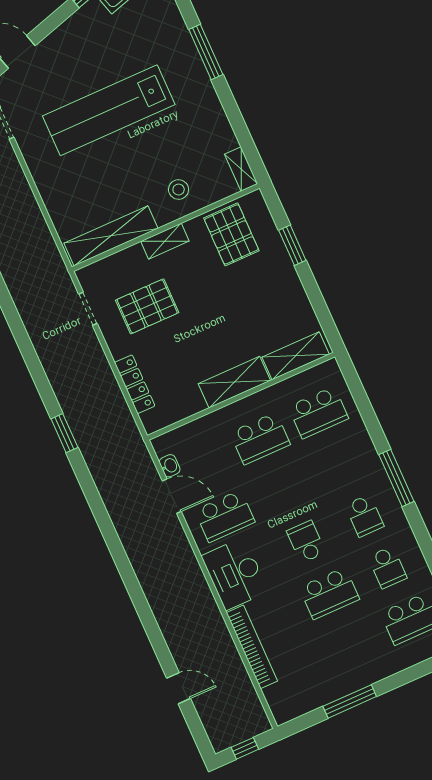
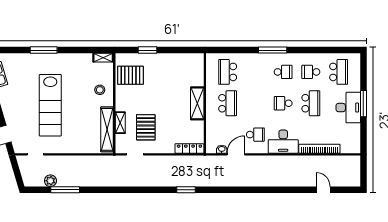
shelving: (165, 241) -> (120, 123), moved
shelving: (296, 356) -> (198, 71), removed
locker: (135, 384) -> (189, 149), moved
school desk: (318, 412) -> (228, 72), turned 180
school desk: (225, 516) -> (255, 135), width x0.54
school desk: (387, 567) -> (311, 72), turned 180
desk: (352, 666) -> (348, 108), added
door: (179, 688) -> (323, 190), hinge flipped
window: (350, 701) -> (363, 104), moved
window: (245, 748) -> (363, 172), removed

